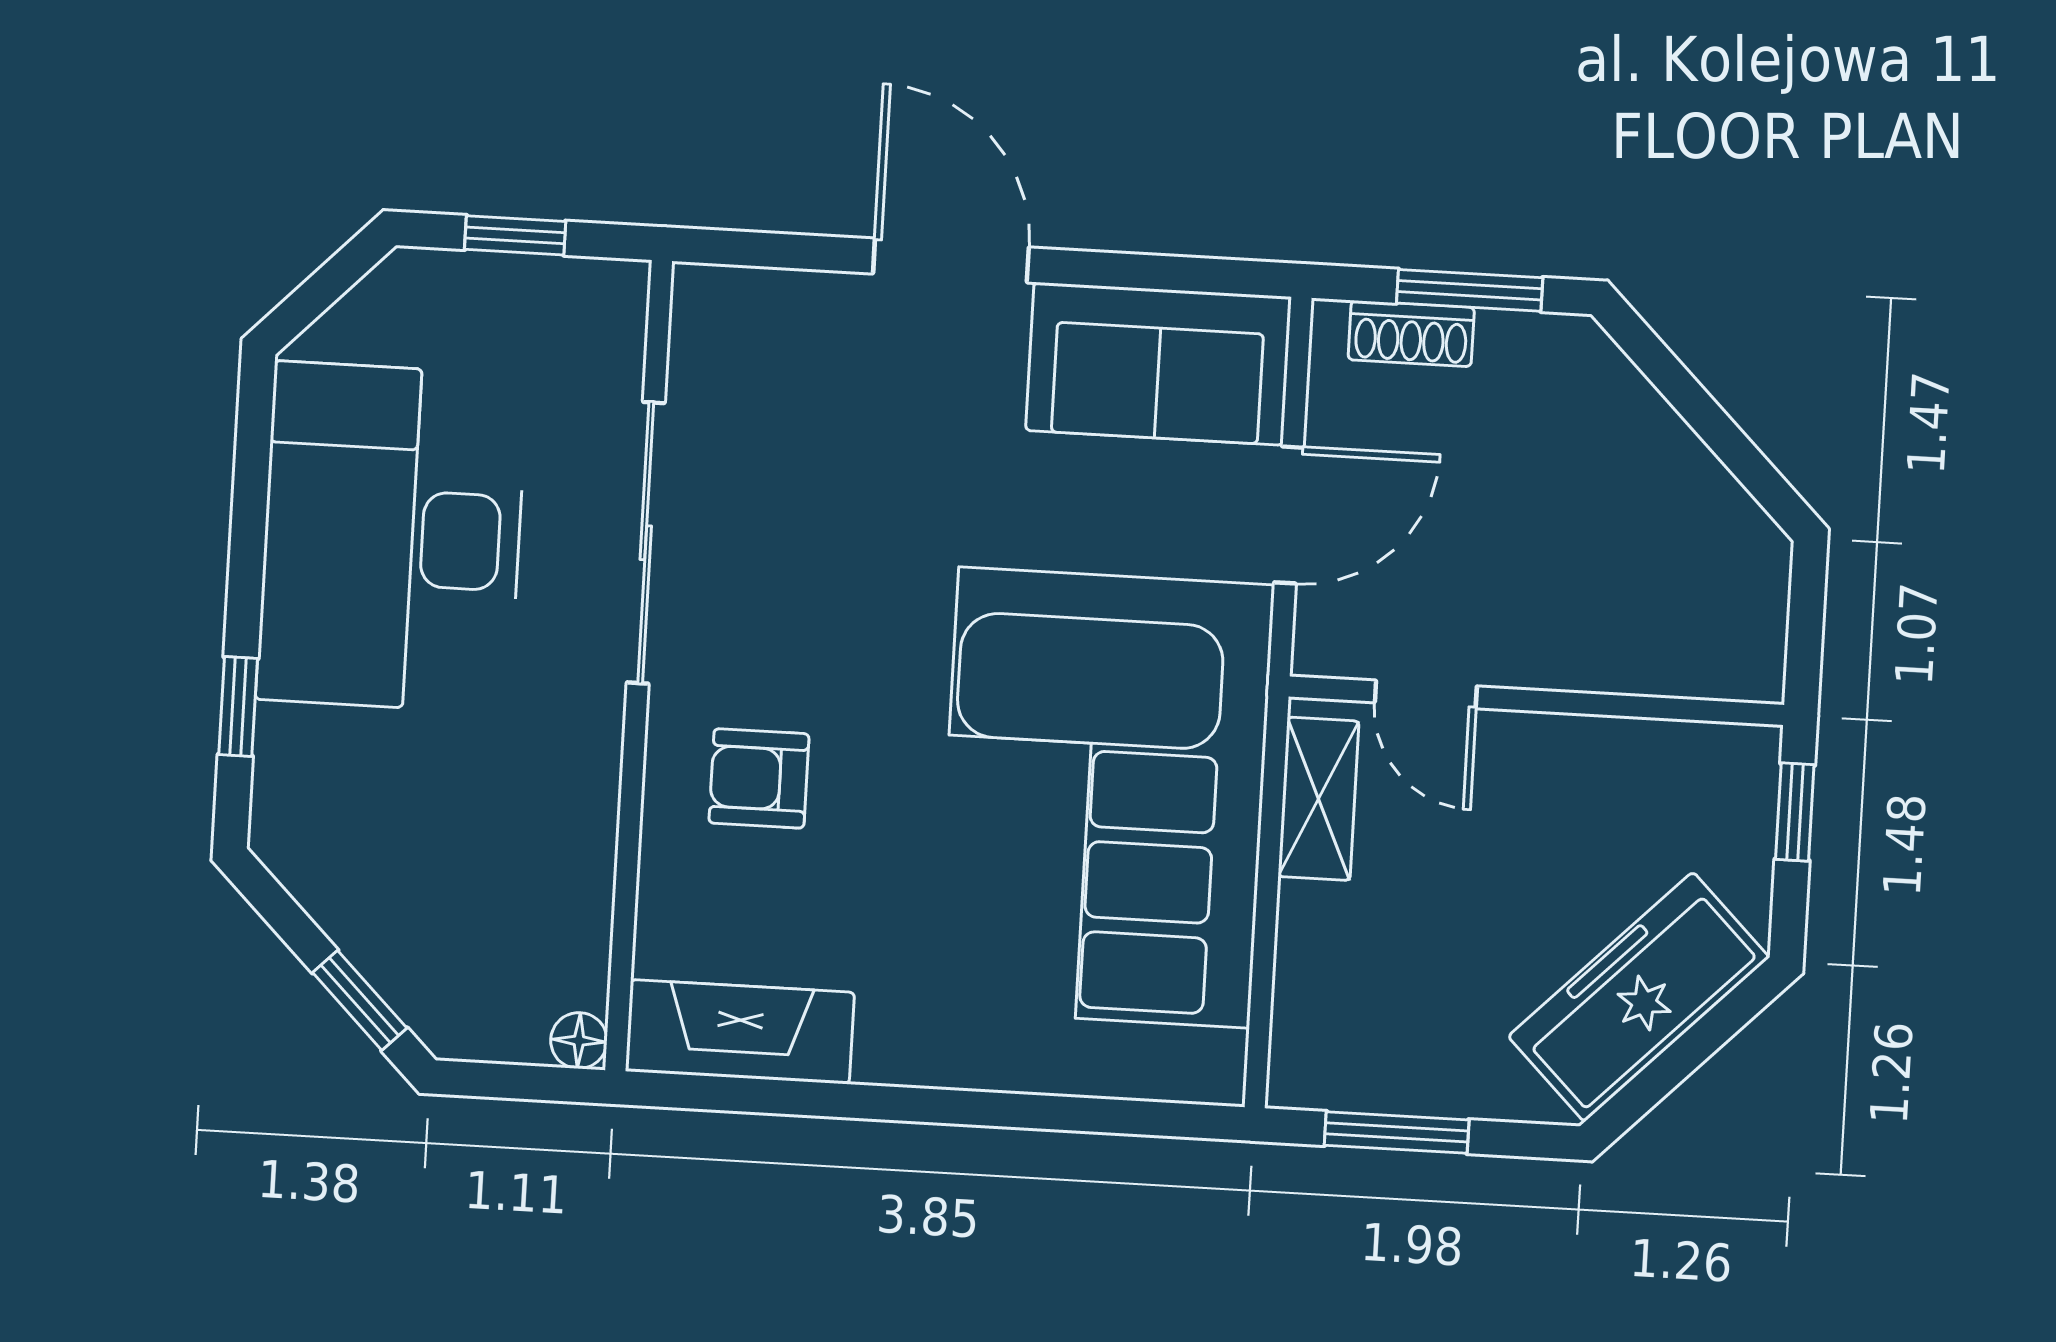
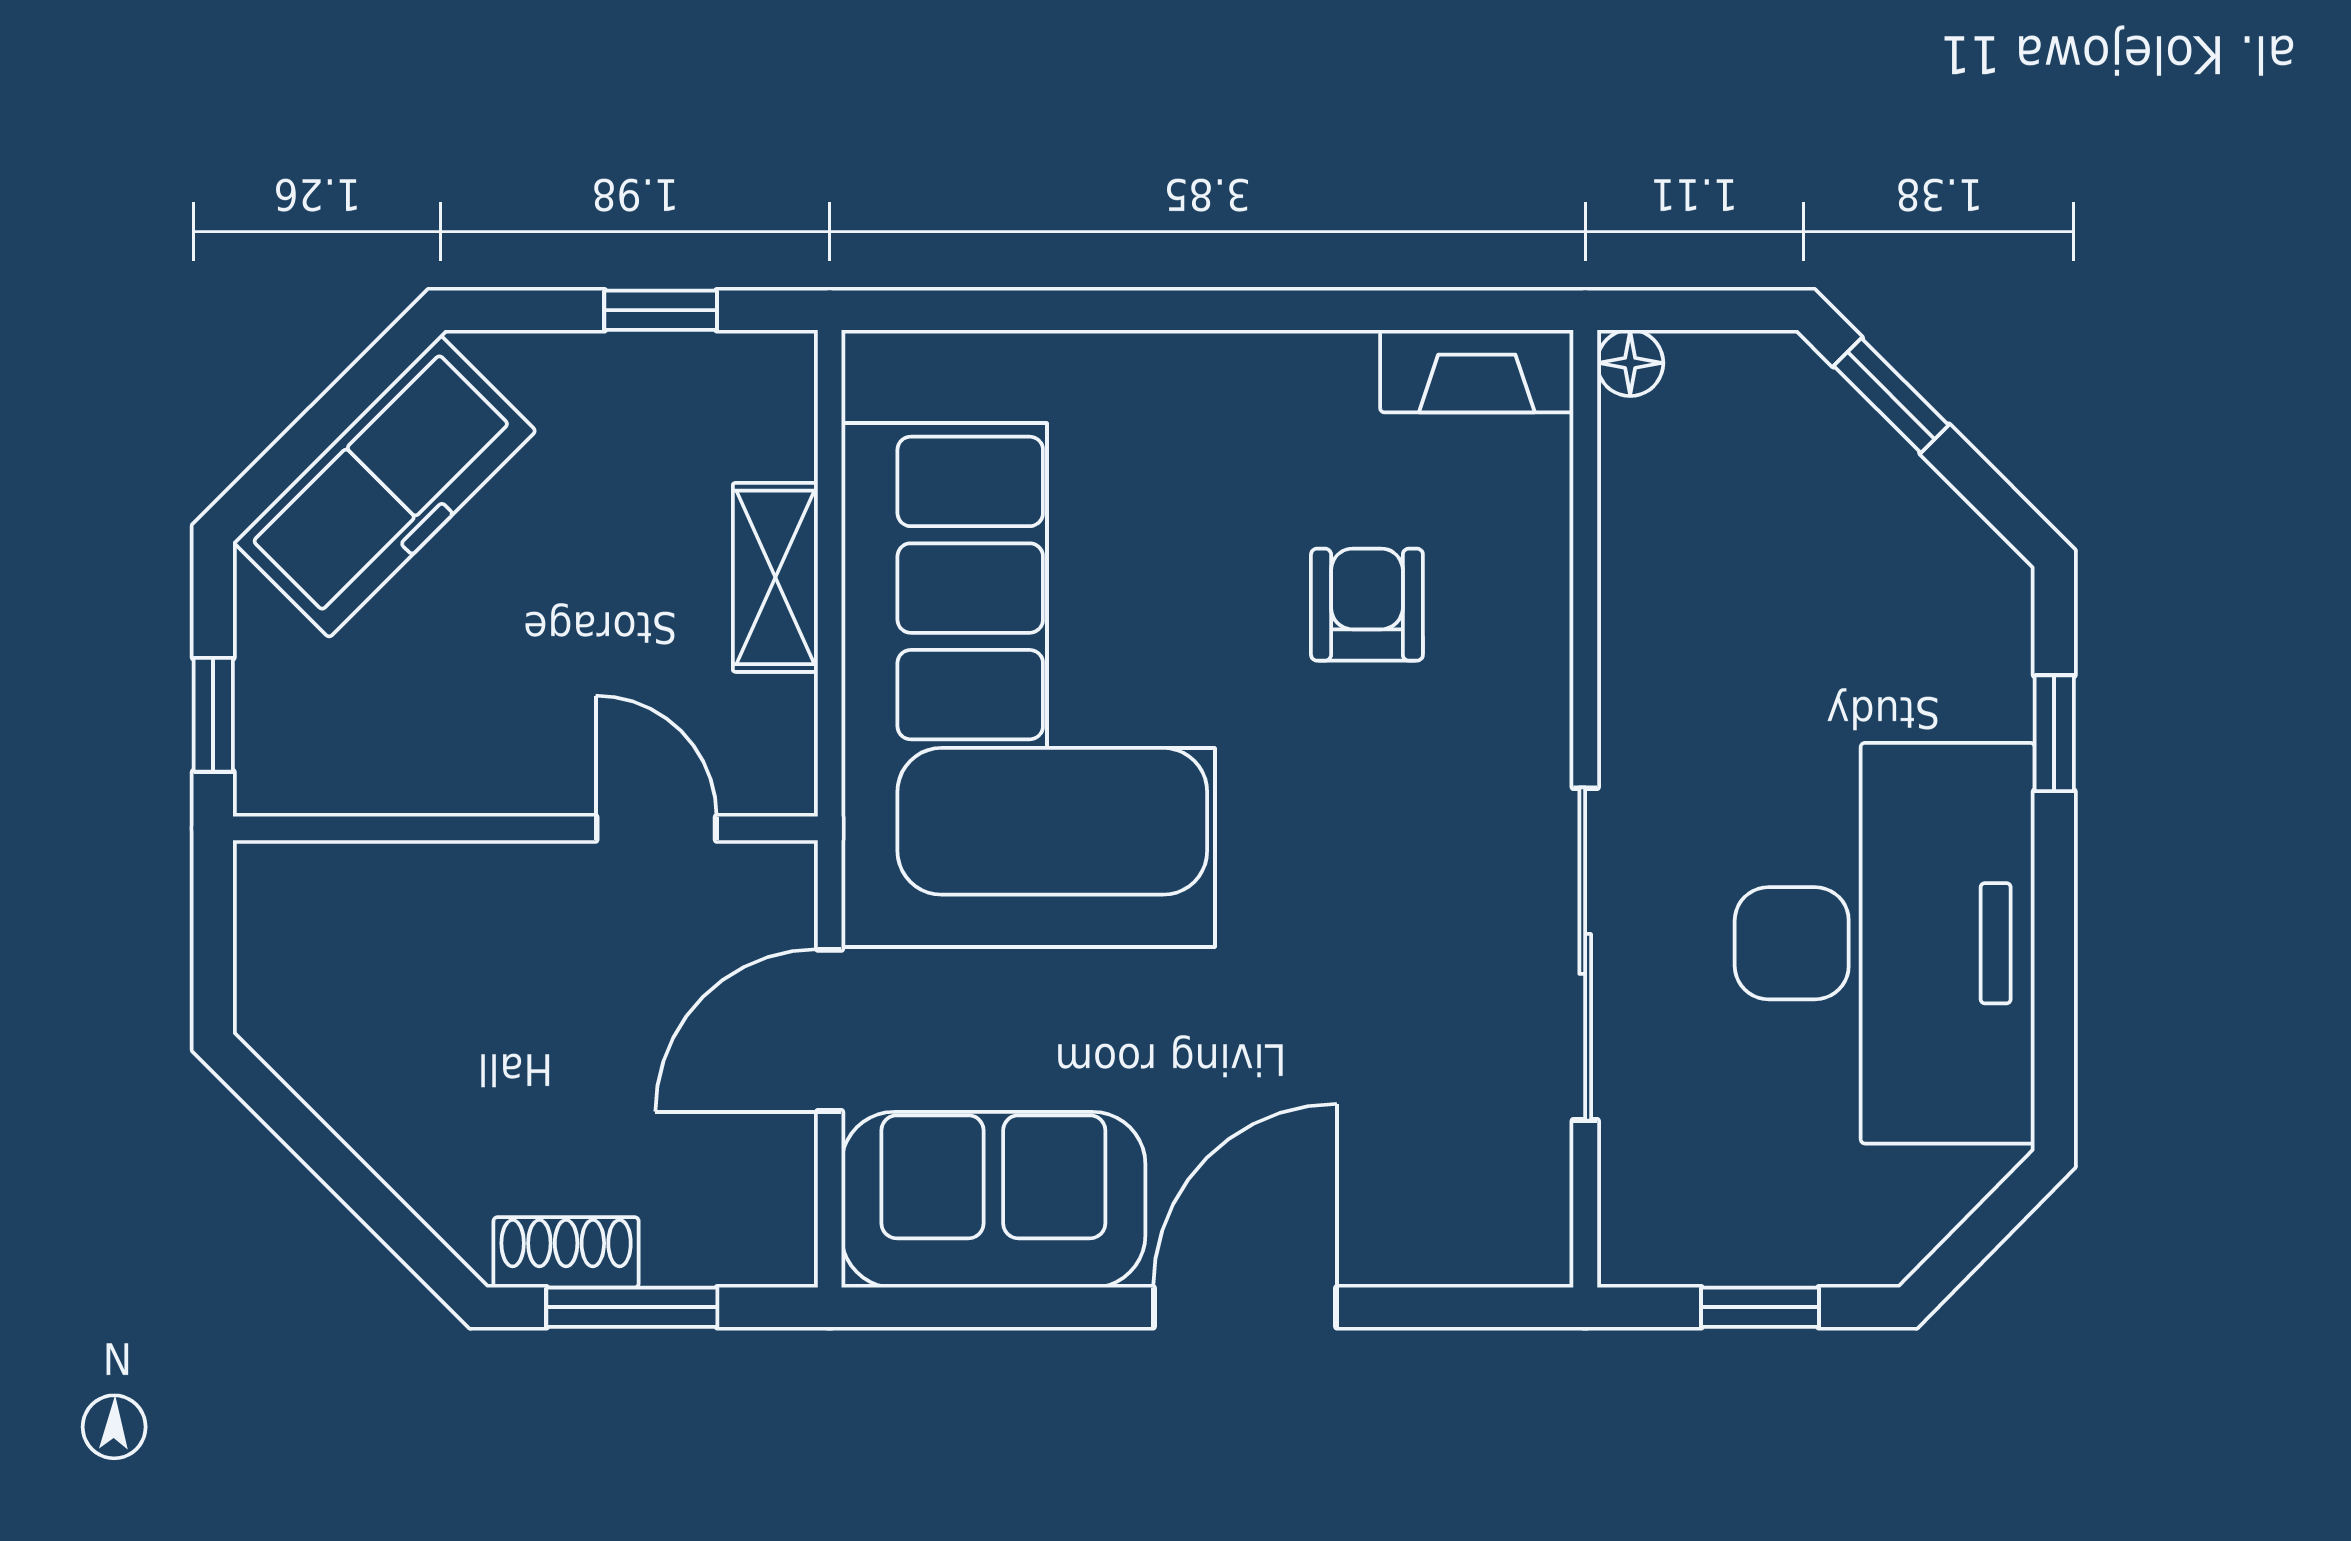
door: (951, 260) -> (1245, 1307), swing flipped
shoe rack: (1411, 334) -> (566, 1252), moved
armchair: (759, 778) -> (1367, 605), moved, turned -90
shelving: (1319, 799) -> (775, 577), moved
fireplace: (740, 1032) -> (1477, 371), width x0.73, depth x0.76
window: (1397, 1133) -> (661, 310), width x0.67

